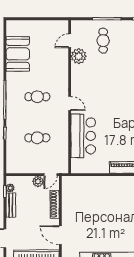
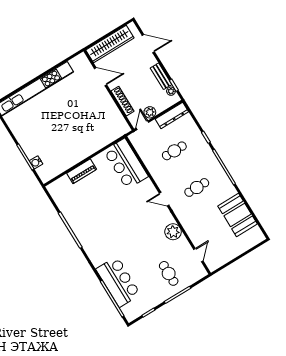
plant: (79, 56) -> (173, 232), moved
bar counter: (83, 136) -> (126, 164), moved
dresser: (22, 168) -> (172, 115), added

